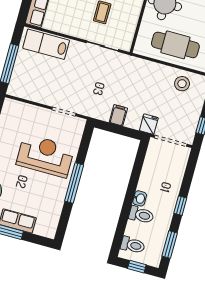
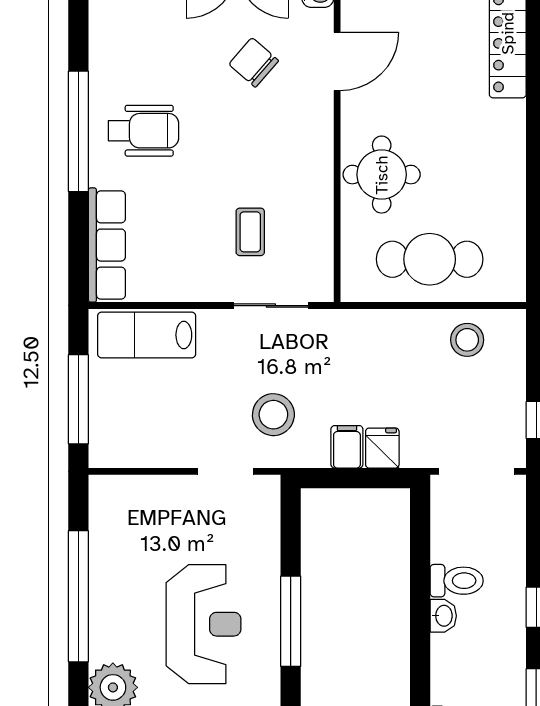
stool: (91, 93) -> (273, 415), added
fridge: (149, 124) -> (382, 448), moved
reception desk: (45, 156) -> (204, 624), moved, turned 90
toilet: (141, 215) -> (457, 581), moved

